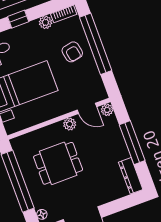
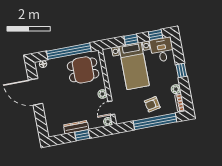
window: (132, 143) -> (82, 135), width x0.46
dining table: (58, 163) -> (83, 70), moved, turned 90
dresser: (131, 176) -> (76, 127), moved

